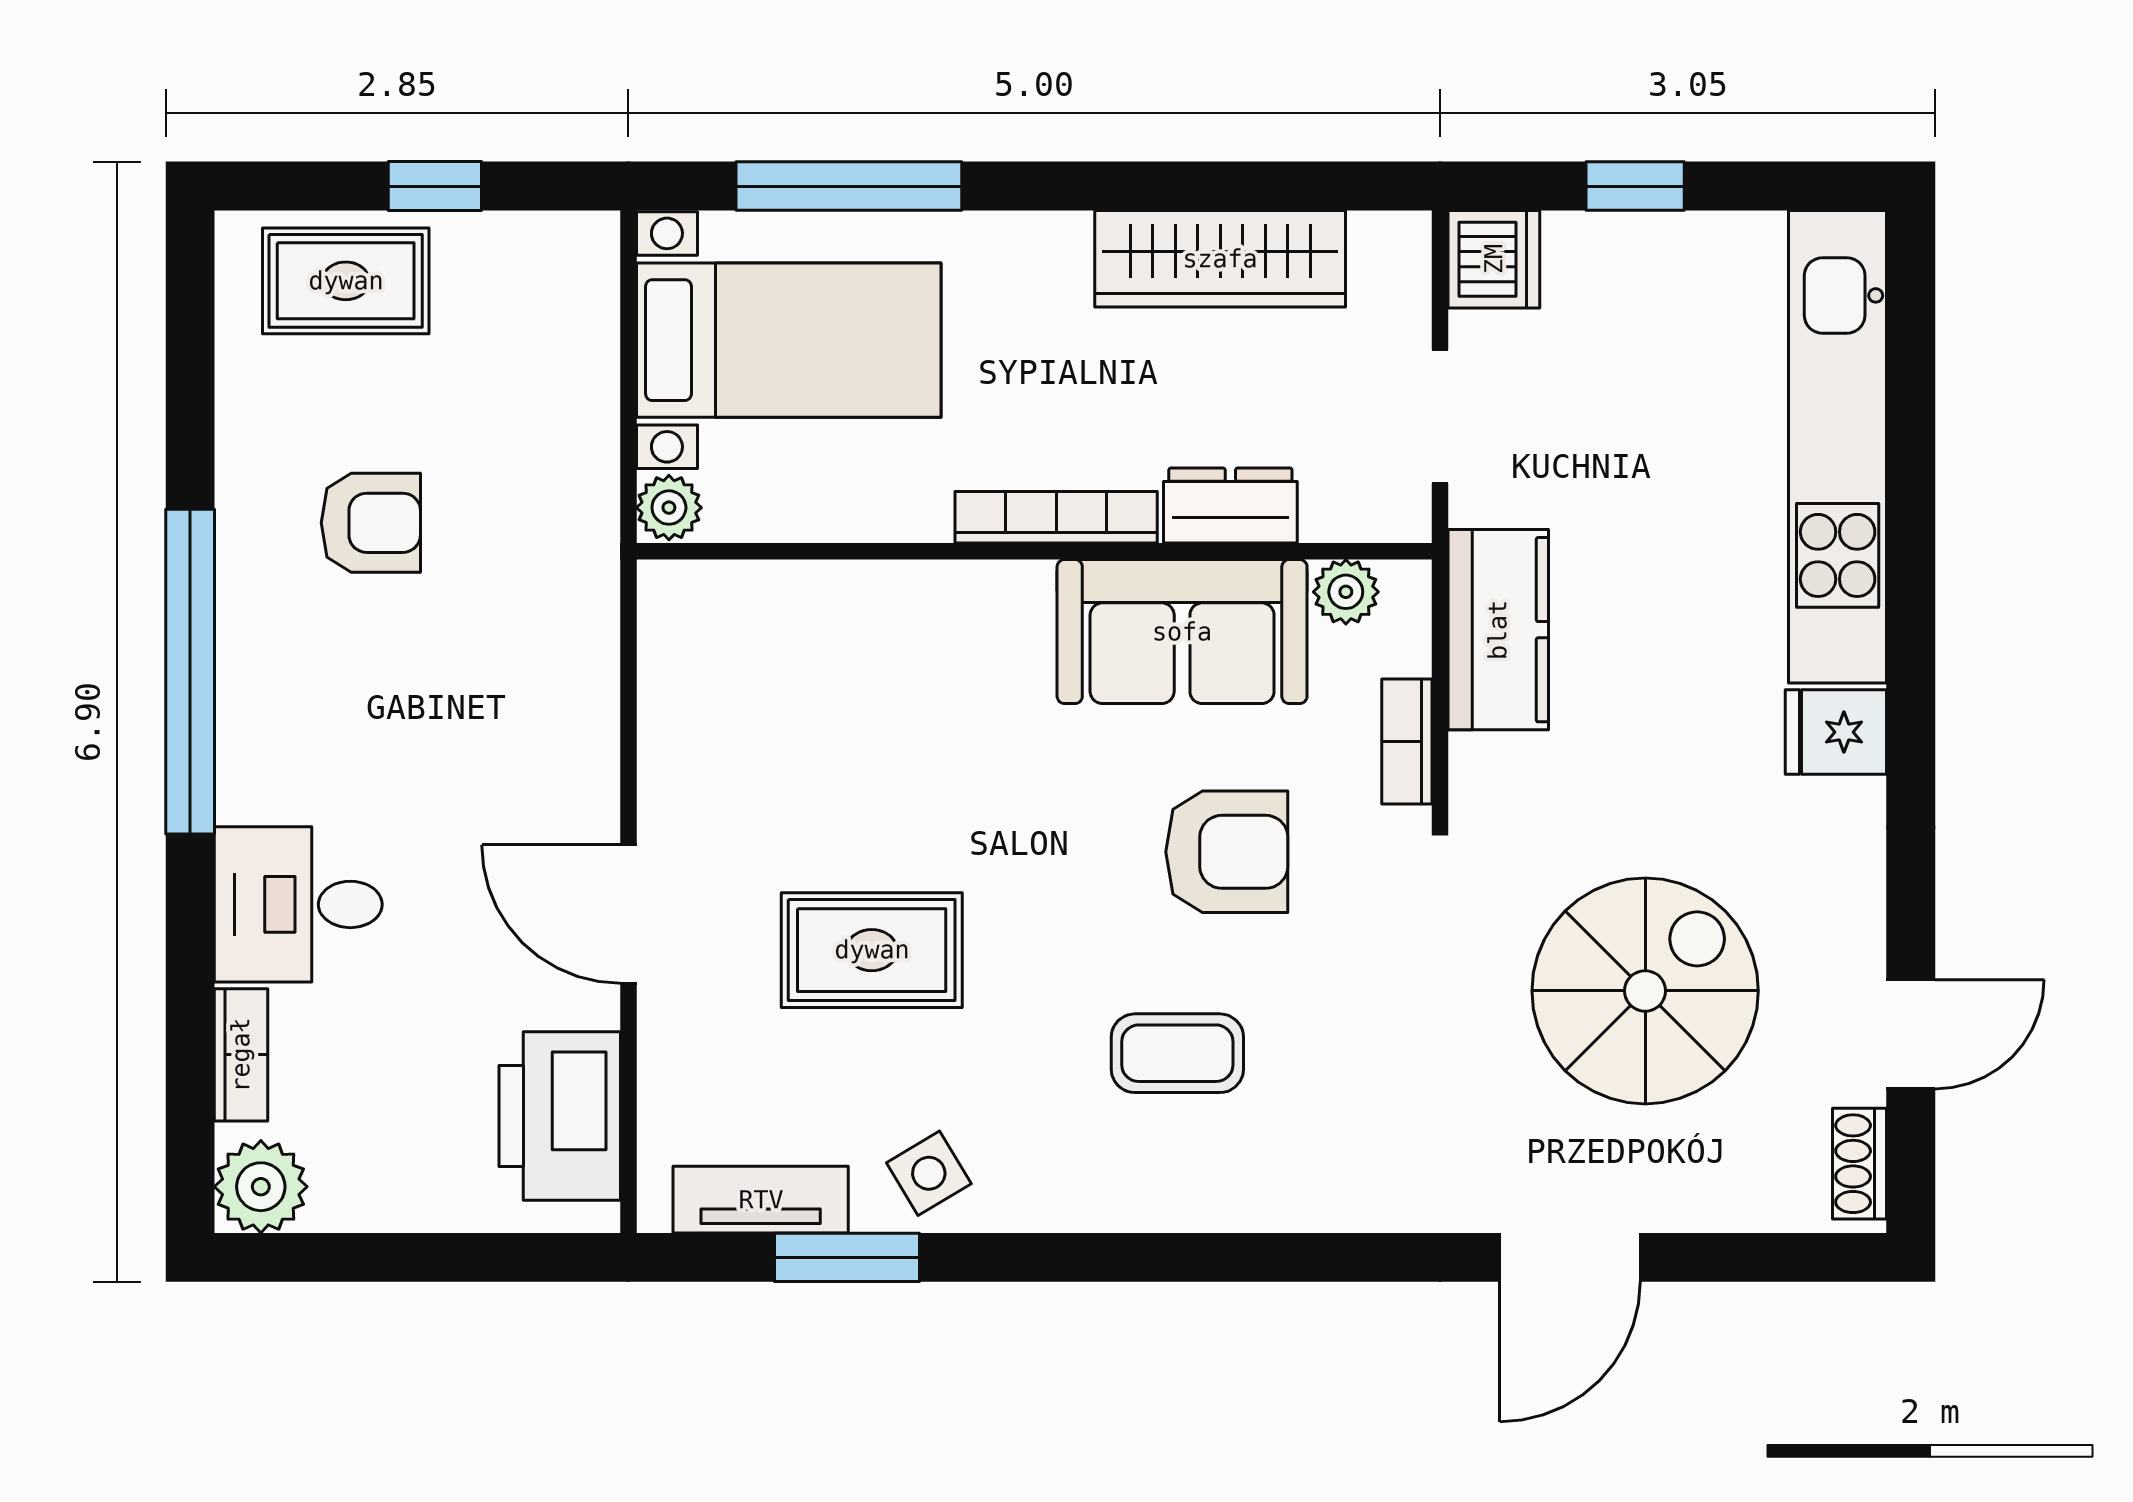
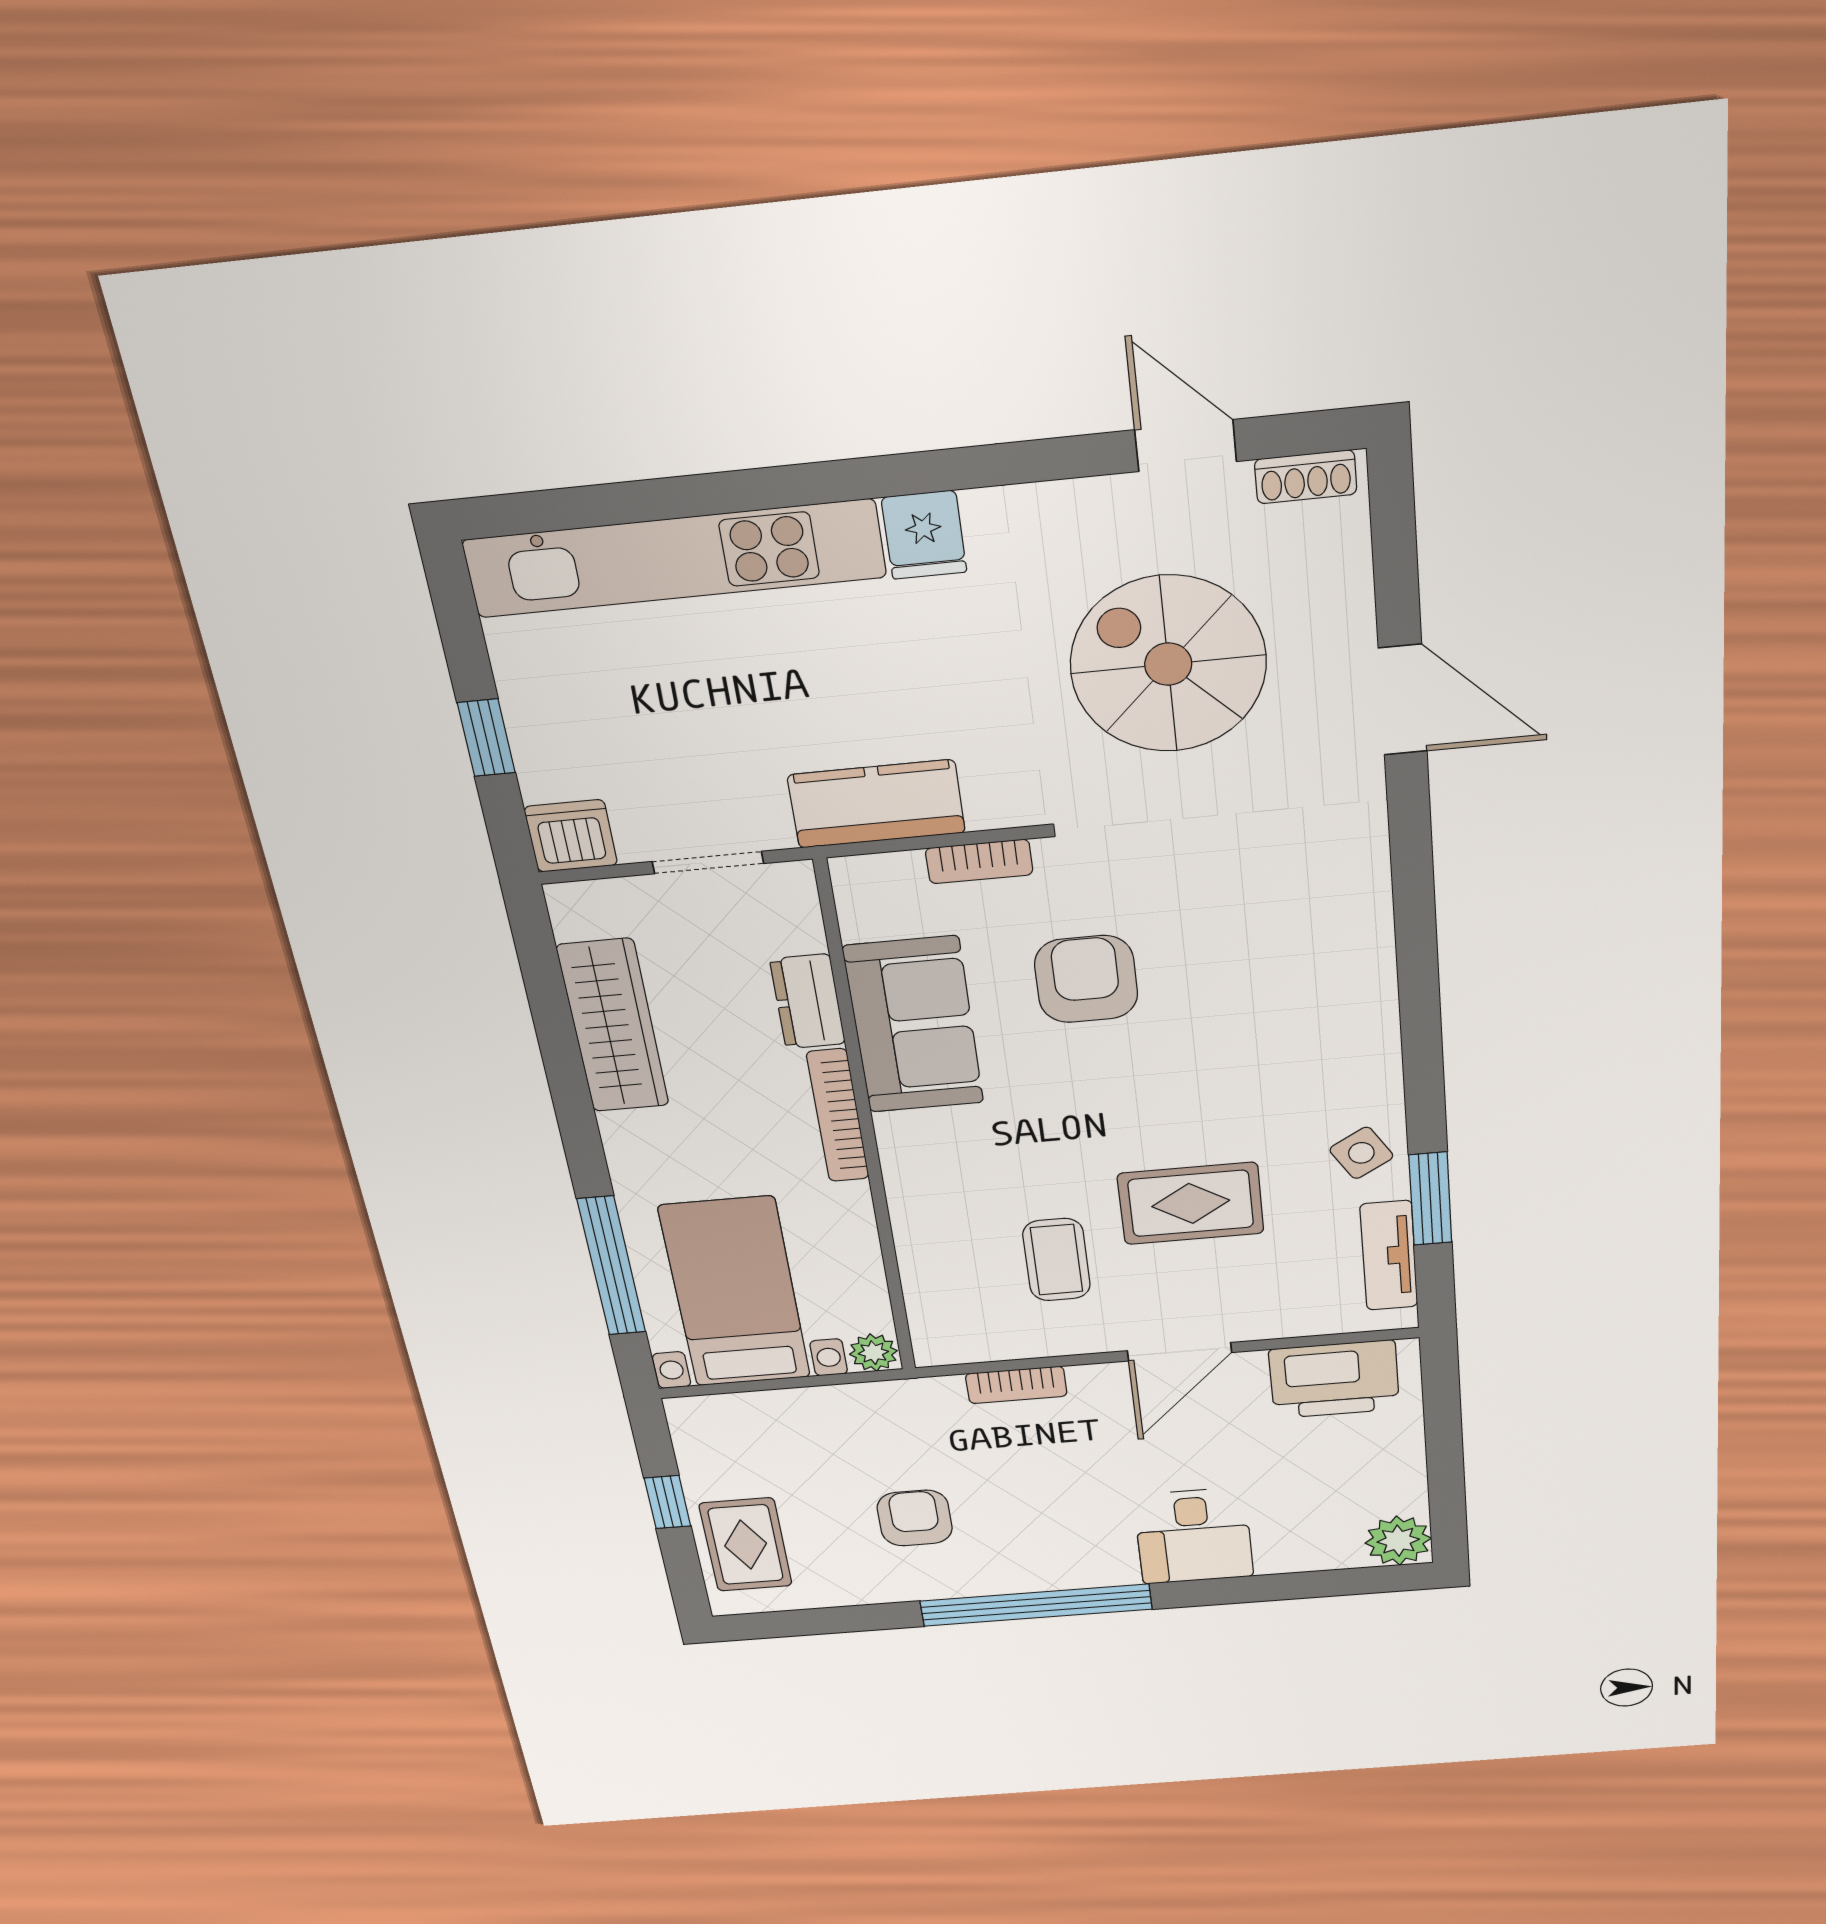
plant: (1346, 592) -> (863, 916), removed
rug: (872, 950) -> (1191, 1203), turned 90
coffee table: (1177, 1053) -> (1057, 1260), moved
bookcase: (241, 1055) -> (1016, 1385), moved, turned 180

